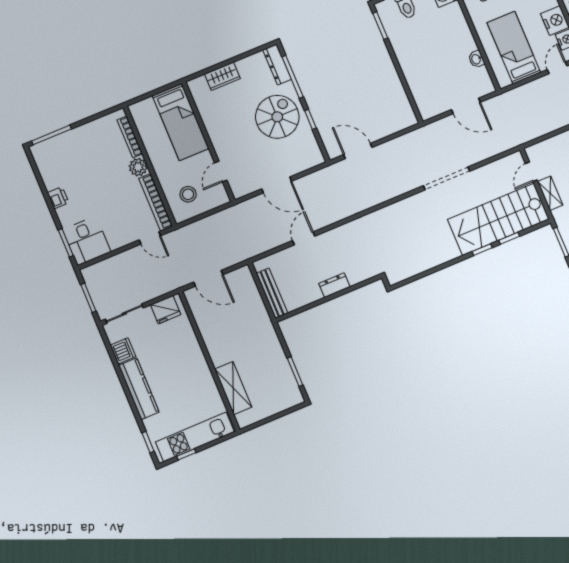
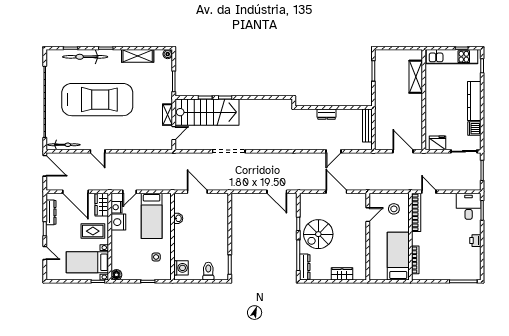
bed: (181, 122) -> (398, 256), moved
plant: (138, 167) -> (418, 239), removed

